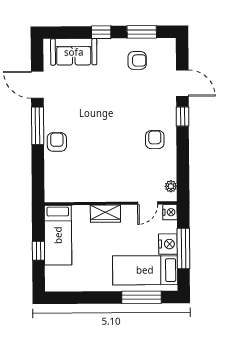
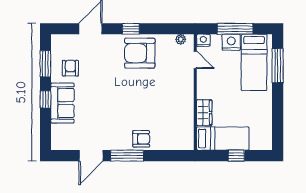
sofa: (74, 52) -> (62, 103), moved
window: (182, 117) -> (131, 29), moved
armchair: (155, 140) -> (140, 53), width x1.88, depth x1.88
armchair: (57, 142) -> (141, 139), turned 180
wardrobe: (105, 214) -> (204, 113), moved

